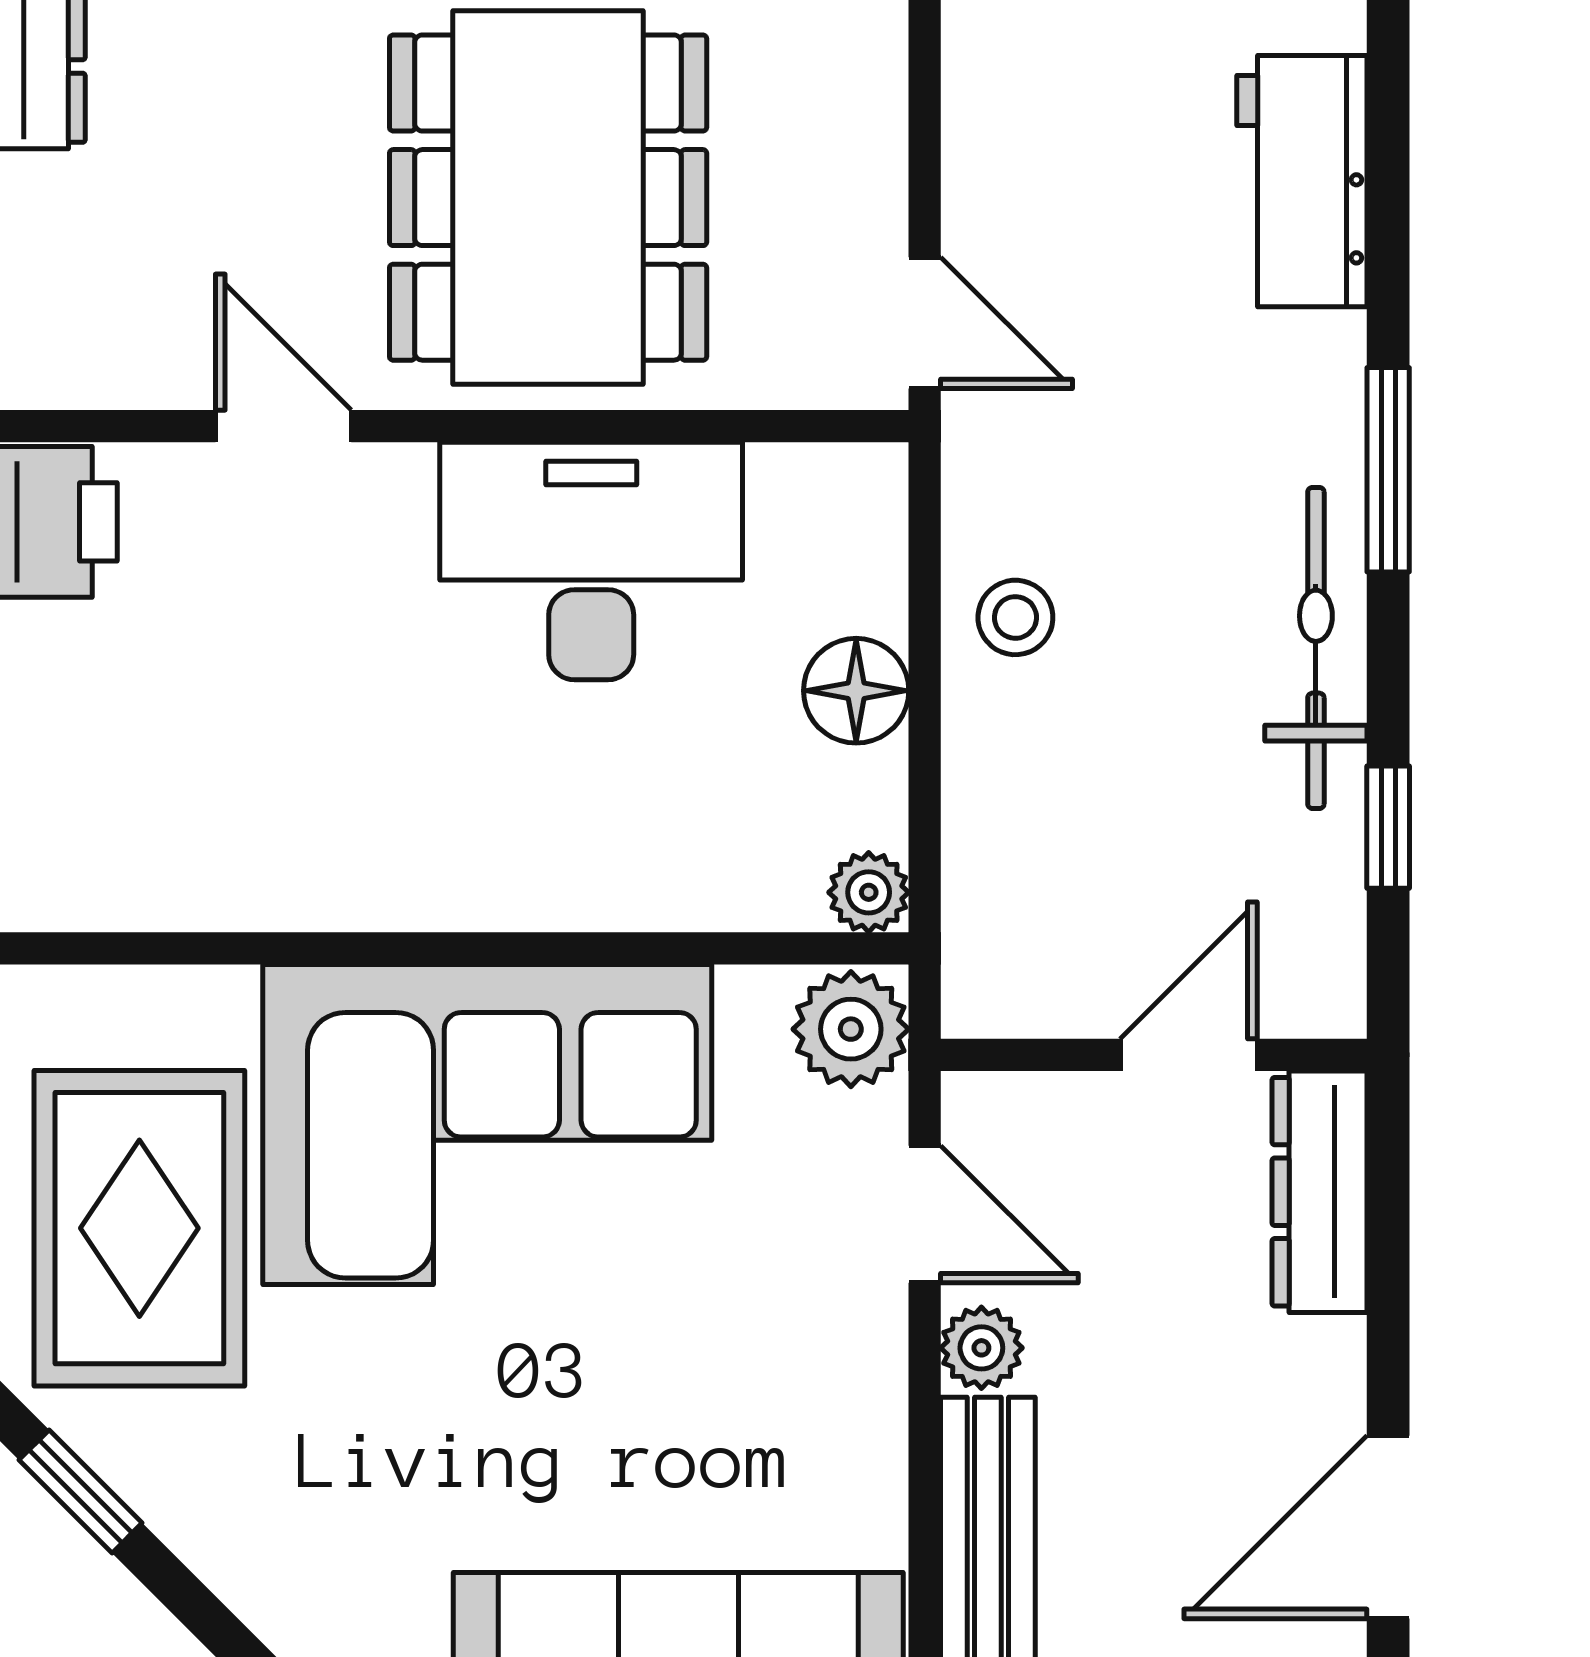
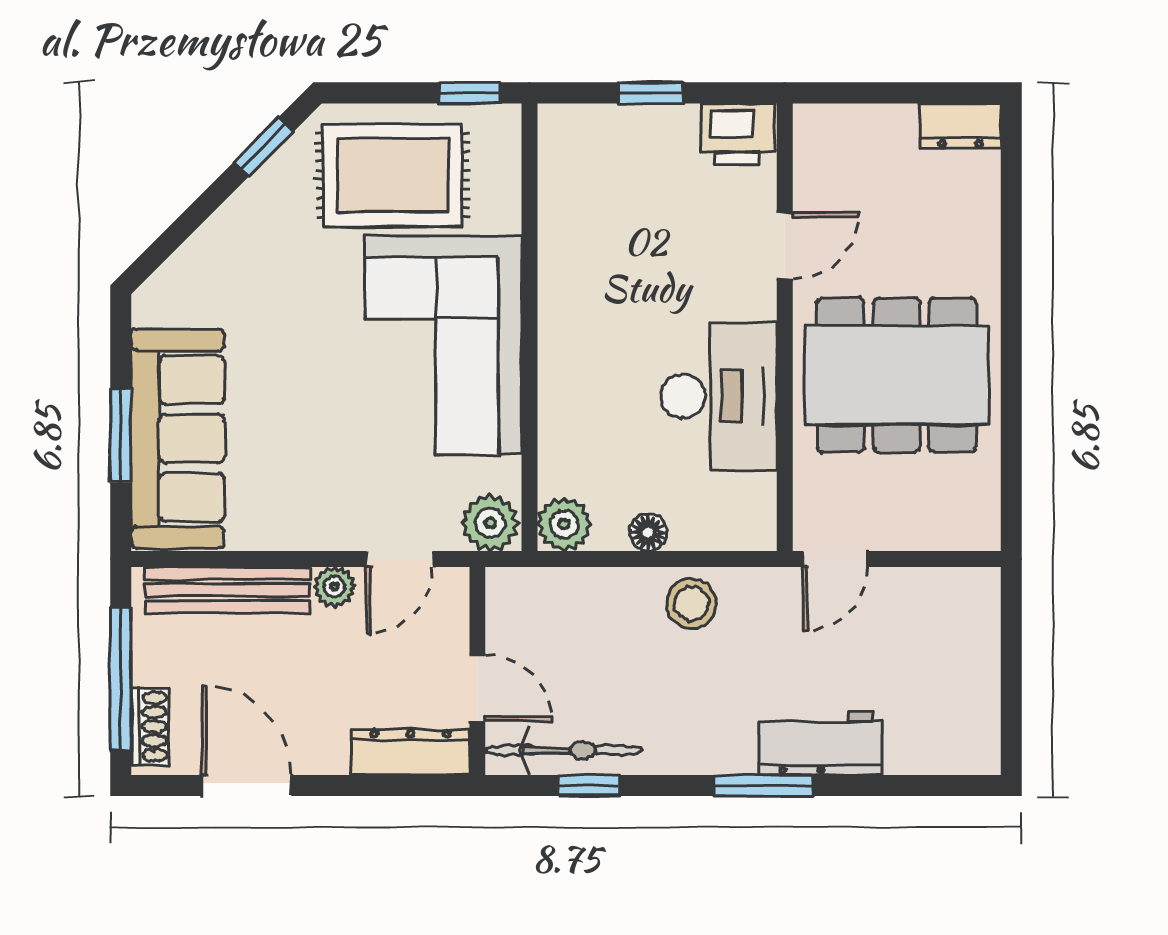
workbench: (1302, 181) -> (820, 743), moved
stool: (1015, 617) -> (691, 603), width x1.37, depth x1.37
bicycle: (1316, 648) -> (564, 750), moved
floor lamp: (856, 691) -> (648, 532), width x0.73, depth x0.73
plant: (869, 892) -> (564, 524), width x1.38, depth x1.38

